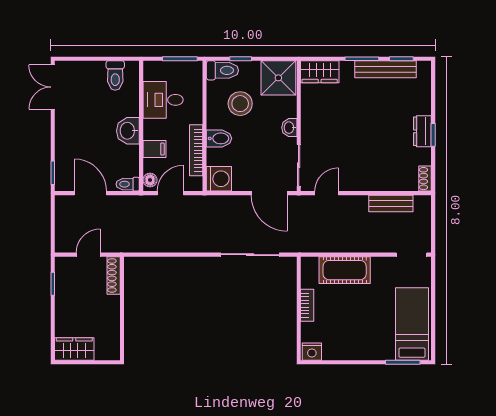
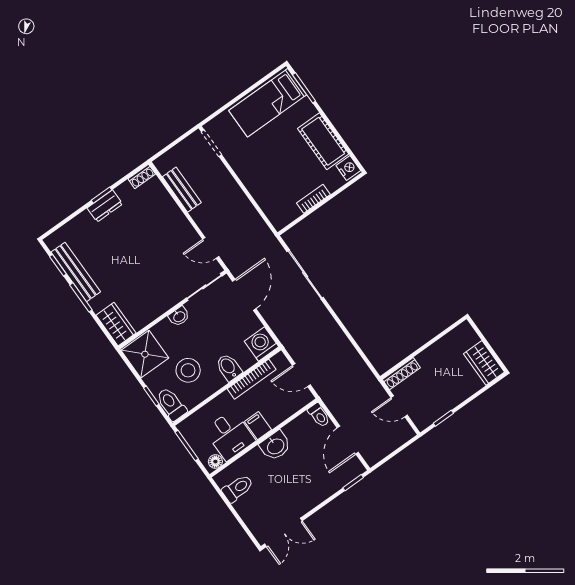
filing cabinet: (154, 149) -> (258, 426), moved
floor lamp: (150, 180) -> (215, 462), moved
cot: (345, 270) -> (323, 141), moved

